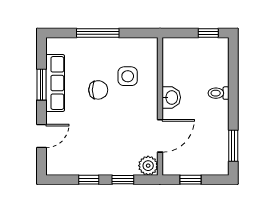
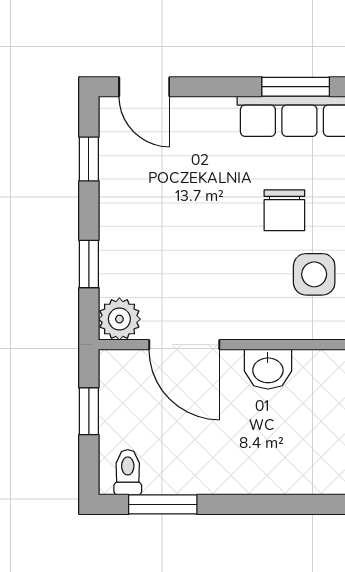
toilet: (219, 93) -> (128, 472), moved
door: (42, 136) -> (144, 87), moved
window: (89, 180) -> (89, 159), moved

